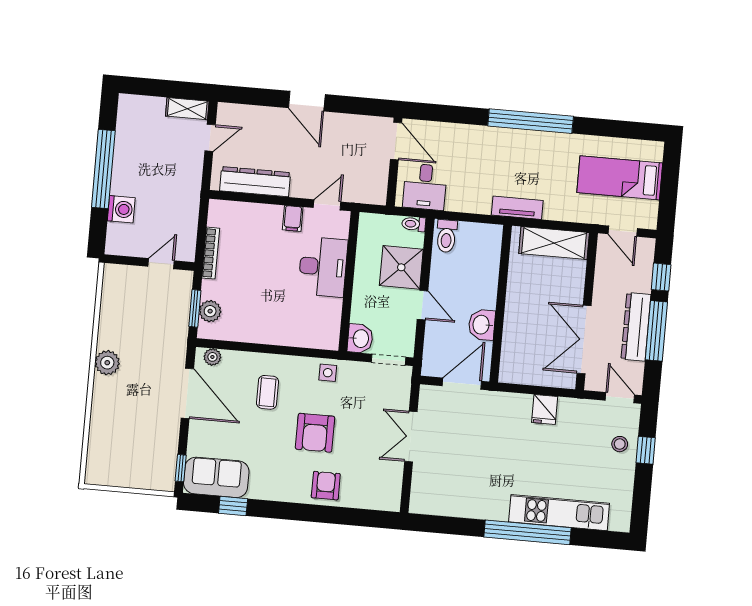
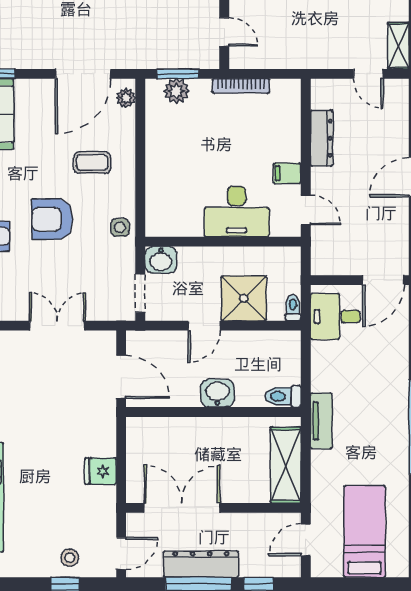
dresser: (255, 182) -> (322, 138), width x0.73, depth x0.80
toilet: (446, 236) -> (283, 396), moved
washbasin: (482, 325) -> (217, 393), moved

